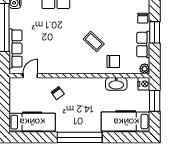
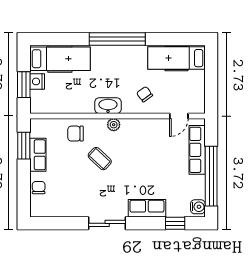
window: (155, 32) -> (24, 146), moved
plant: (145, 69) -> (114, 125), moved
washbasin: (116, 84) -> (108, 106), moved
nightstand: (144, 84) -> (37, 81), moved

